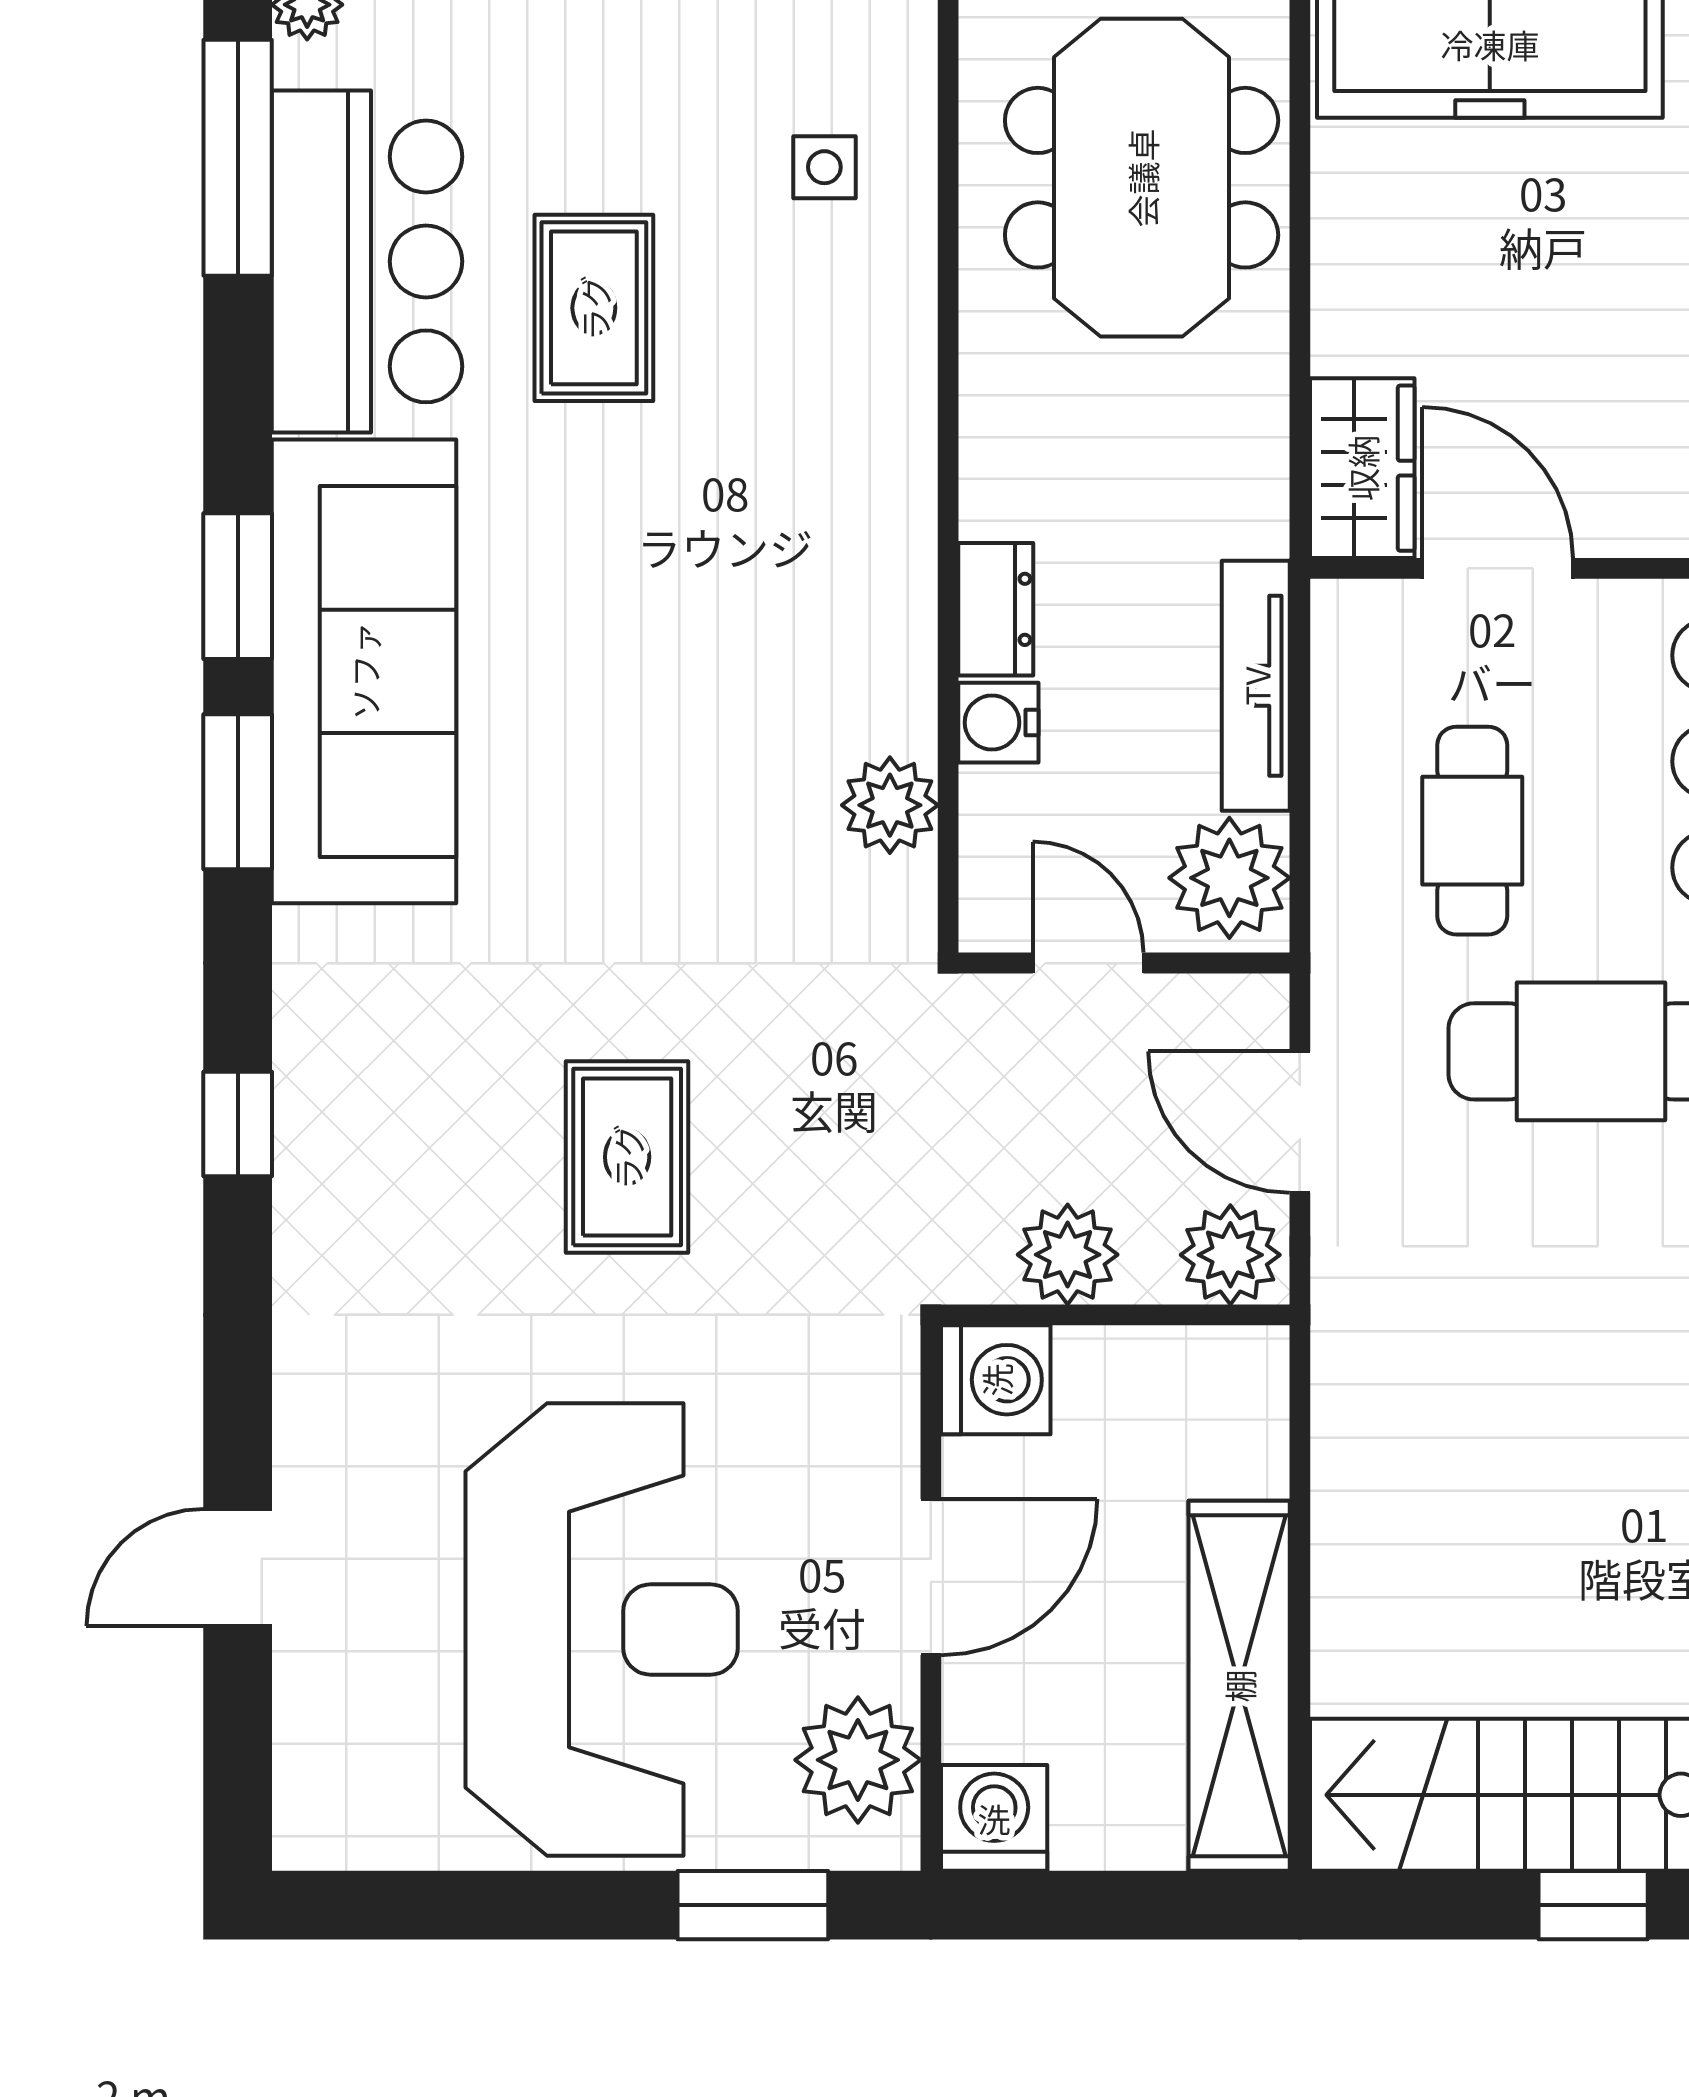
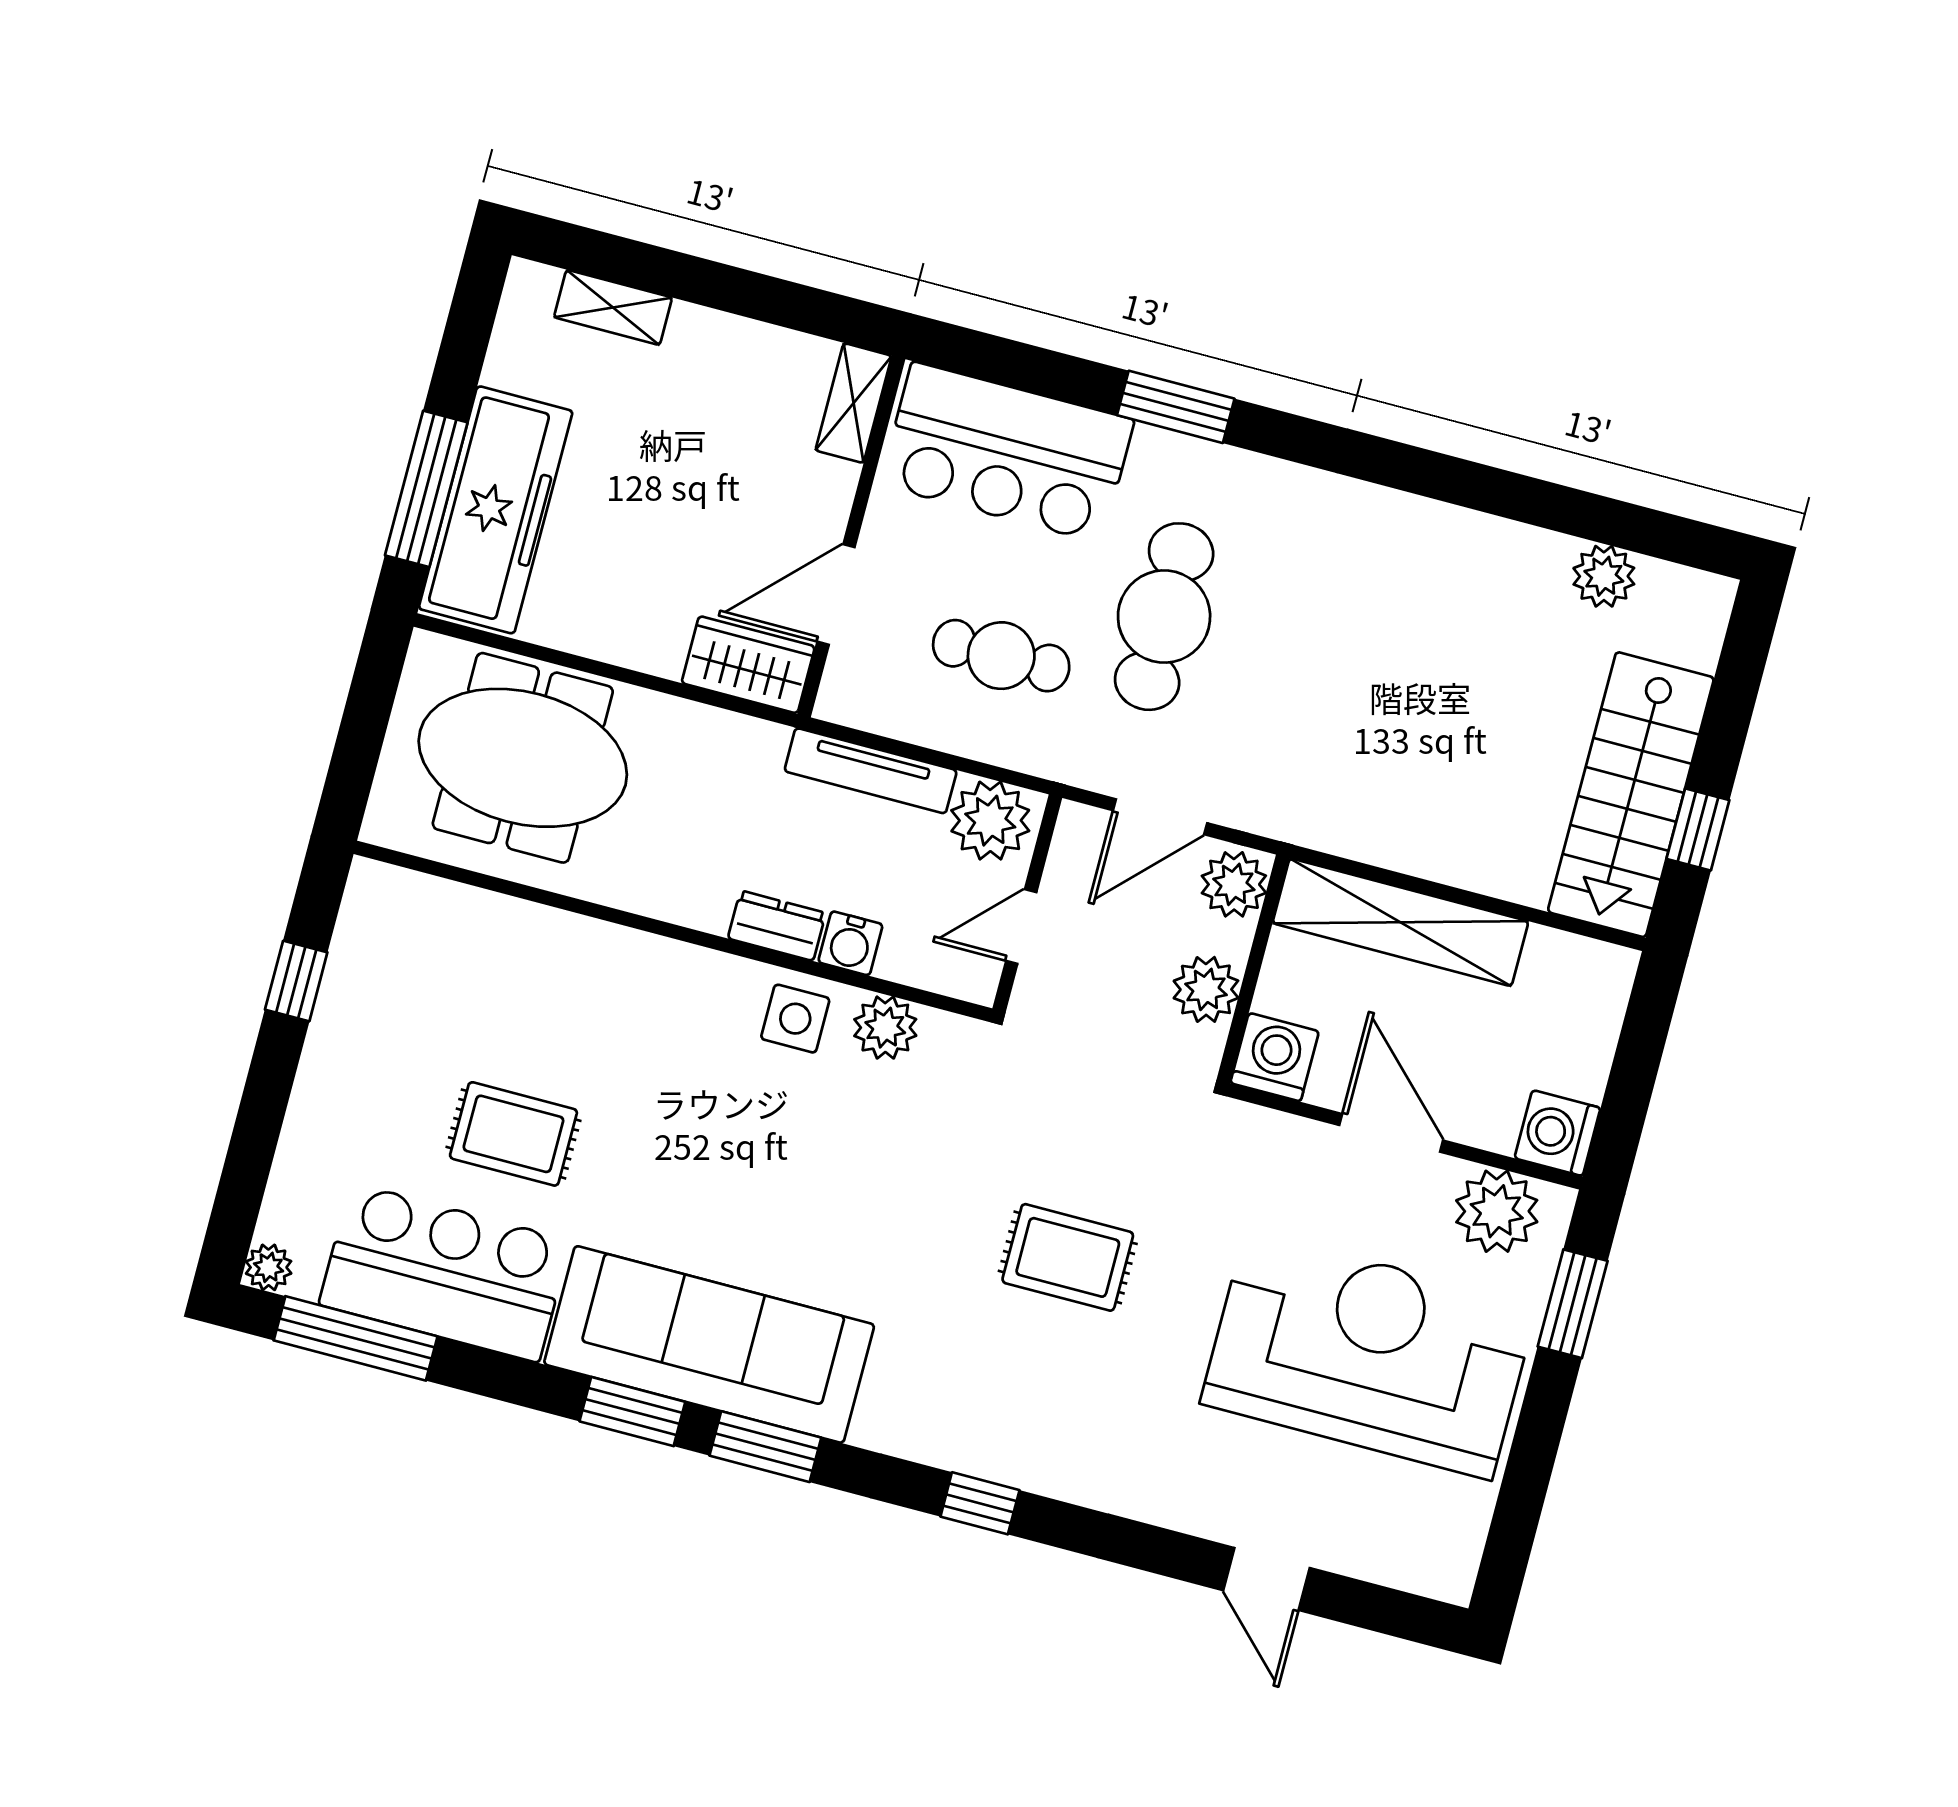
side table: (824, 167) -> (795, 1019), moved, width x1.37, depth x1.37
shelving: (1239, 1686) -> (1400, 922), moved
window: (1593, 1905) -> (1698, 829), moved

